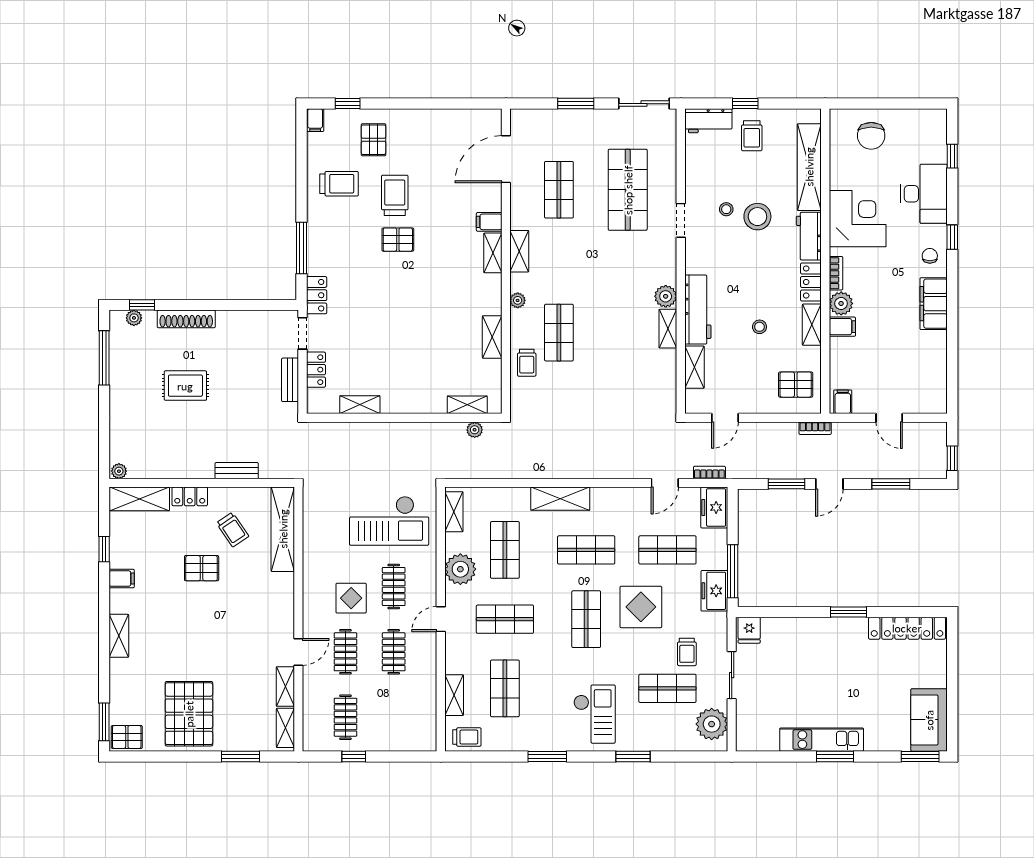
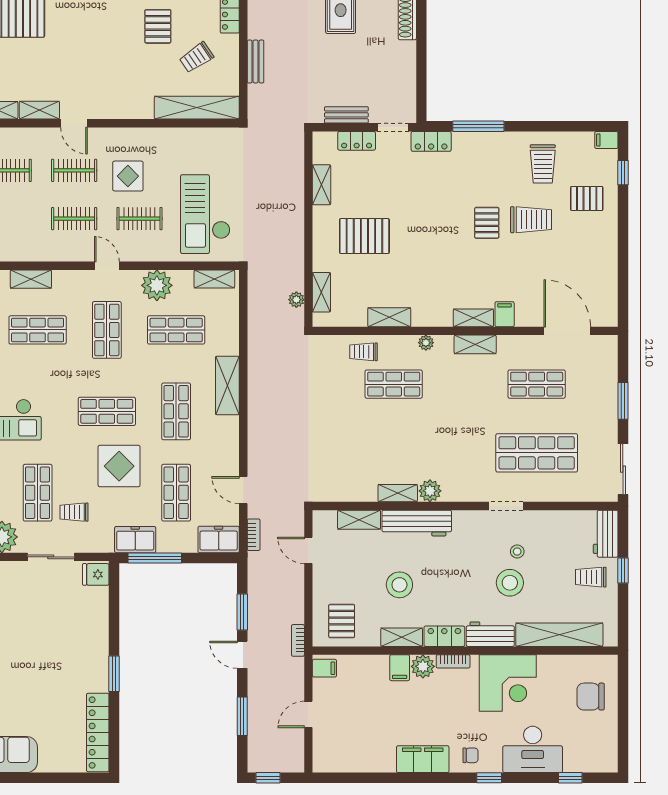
stool: (759, 327) -> (399, 585), width x1.89, depth x1.89
pallet: (411, 362) -> (364, 236), added

